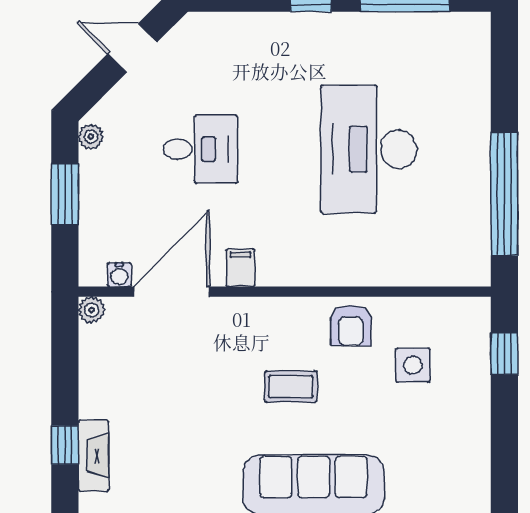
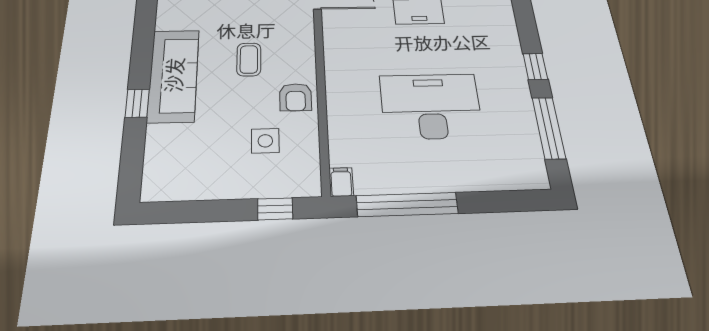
filing cabinet: (241, 268) -> (341, 182), moved, turned -90
armchair: (351, 325) -> (296, 97), turned -90

